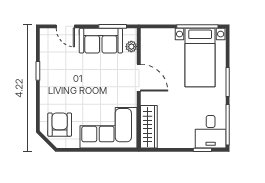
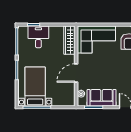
door: (139, 78) -> (76, 73), hinge flipped
desk: (211, 132) -> (38, 37), moved

